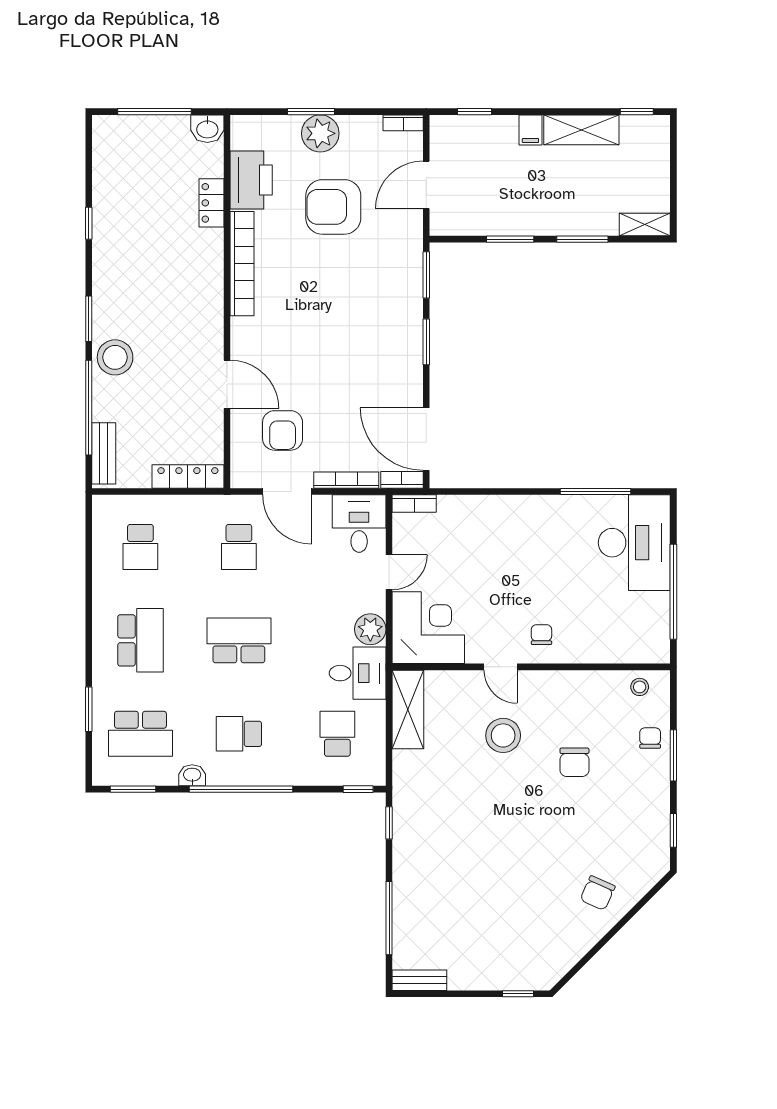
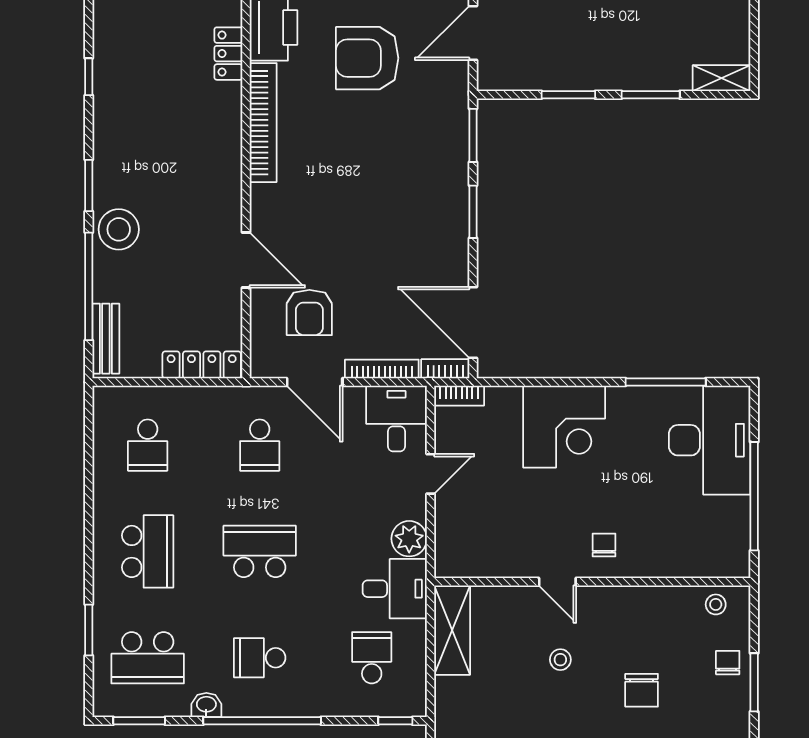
corner desk: (428, 628) -> (564, 427), moved, turned 90
stool: (503, 735) -> (560, 660), width x0.53, depth x0.53

